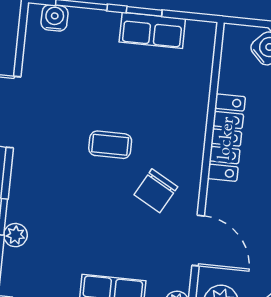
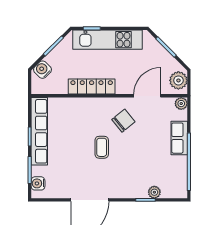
row of seats: (152, 30) -> (39, 131), width x2.02
chair: (156, 191) -> (123, 121), turned -68

